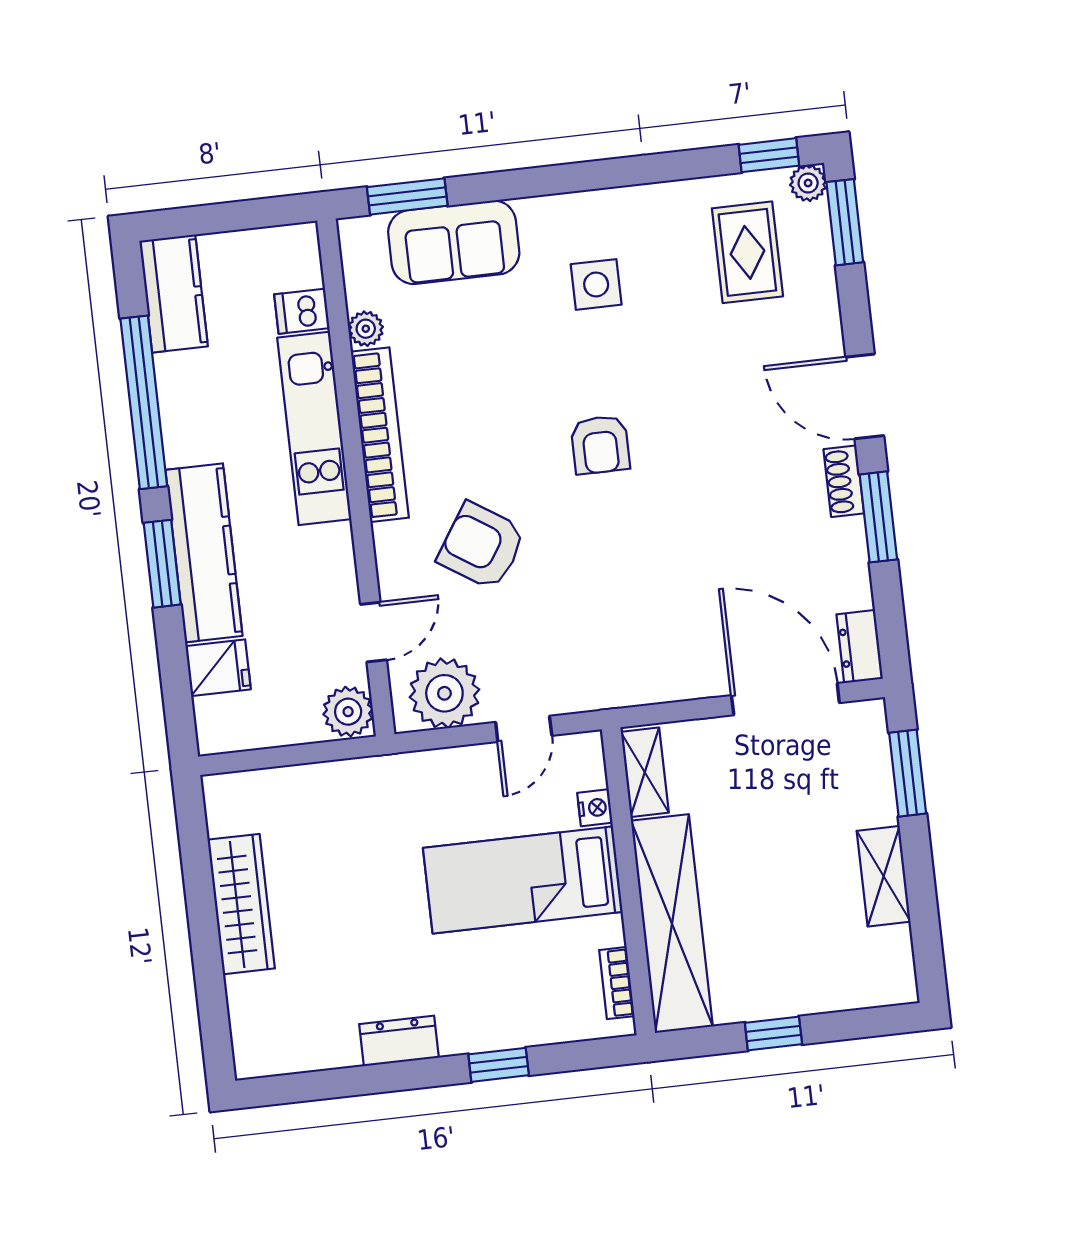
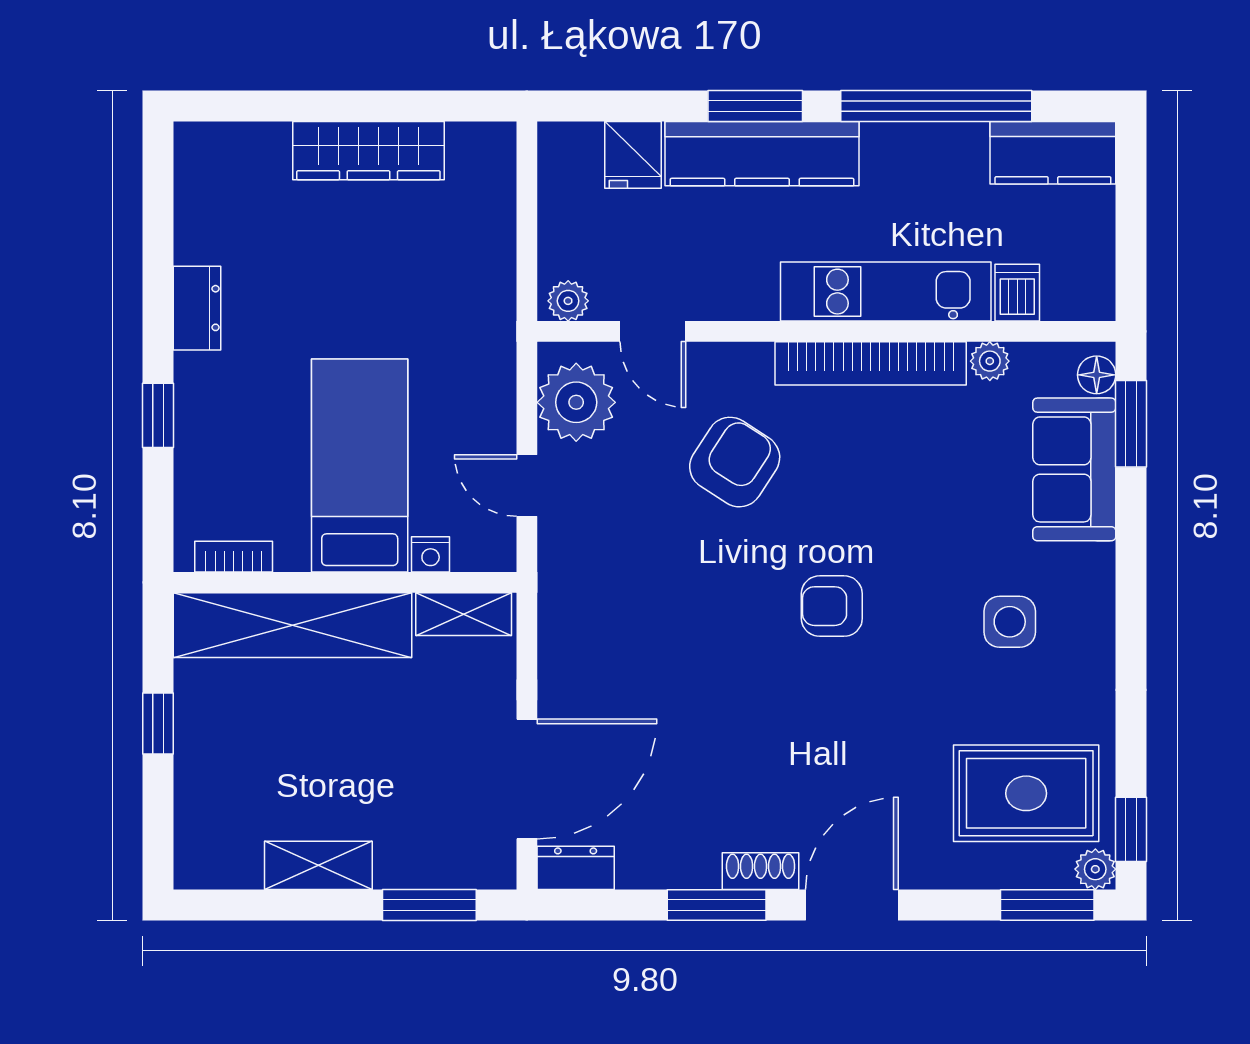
floor lamp: (367, 232) -> (1097, 375), added
rug: (747, 252) -> (1026, 793), width x1.36, depth x1.43
plant: (348, 712) -> (568, 301), width x0.73, depth x0.73

